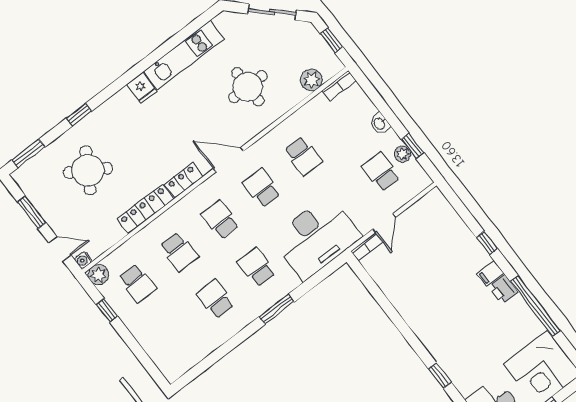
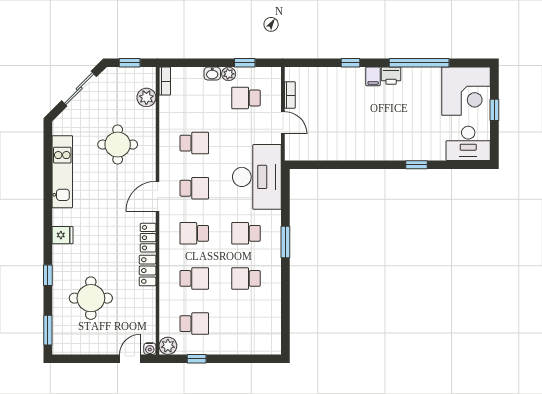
fridge: (142, 88) -> (63, 235), moved
plant: (402, 154) -> (229, 74), moved
round table: (88, 170) -> (91, 298), turned -31
school desk: (262, 188) -> (194, 188), turned 180
locker: (145, 209) -> (148, 271), width x0.66
window: (32, 212) -> (90, 359), removed
bookcase: (367, 247) -> (290, 95), moved

